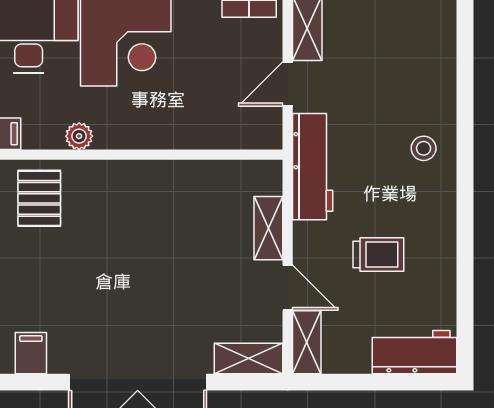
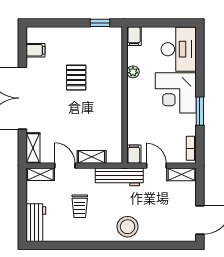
filing cabinet: (262, 134) -> (134, 154), added
stool: (424, 148) -> (127, 227), width x1.89, depth x1.89
pallet: (39, 198) -> (76, 78), moved, turned 90
door: (288, 288) -> (65, 166), swing flipped

